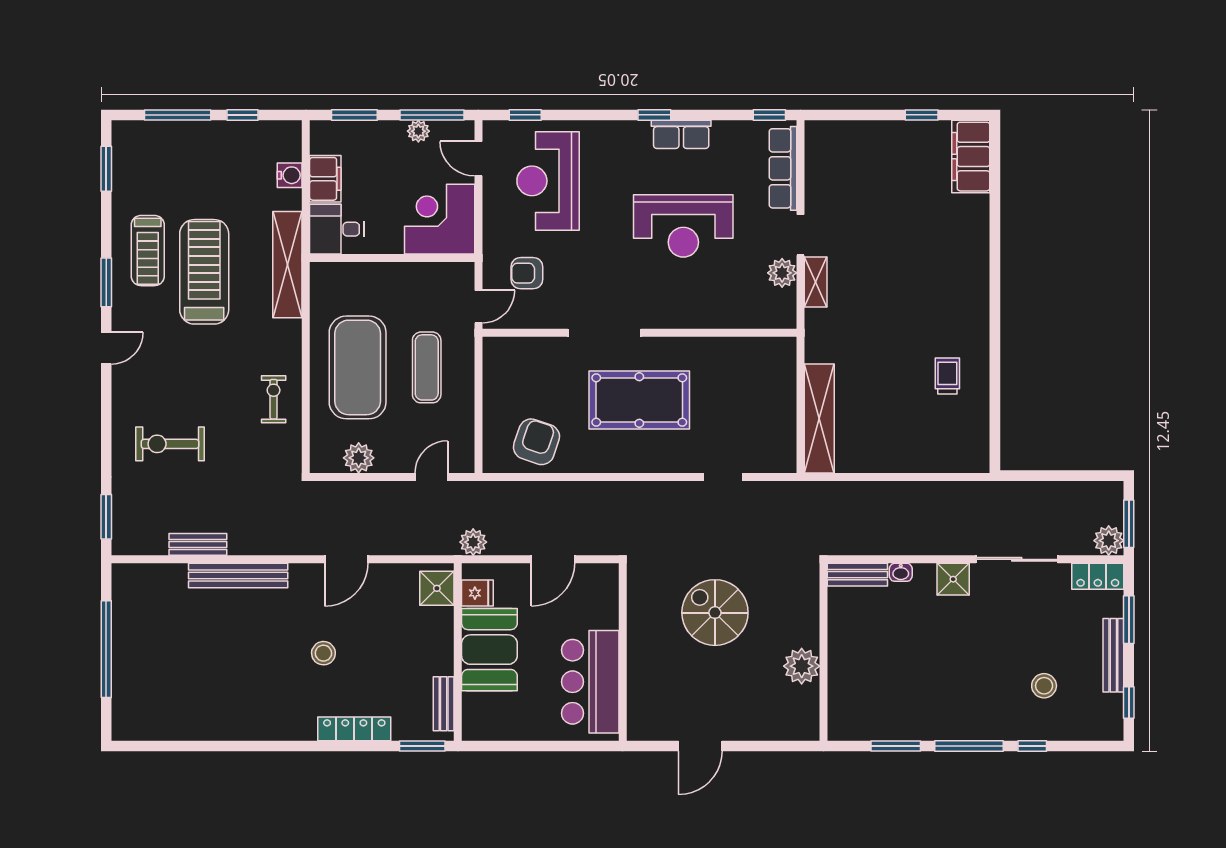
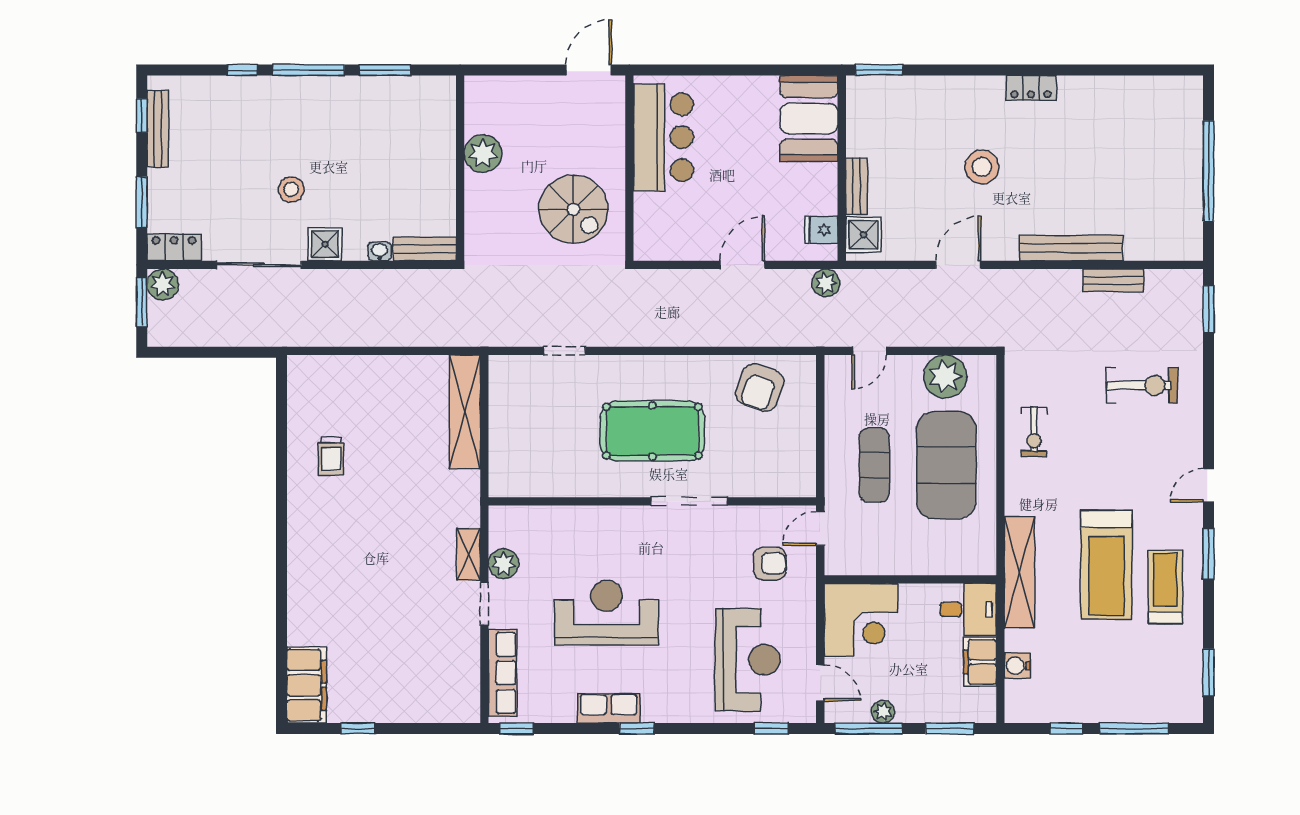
plant: (359, 458) -> (945, 376), width x1.36, depth x1.36
booth: (489, 650) -> (809, 119), moved
wall: (623, 652) -> (629, 168), moved
stool: (323, 653) -> (982, 167), width x1.38, depth x1.38
bench: (1113, 655) -> (158, 129), moved
bar counter: (590, 682) -> (663, 137), moved
stool: (1044, 686) -> (291, 189), moved
bench: (444, 704) -> (857, 186), moved
locker: (354, 729) -> (1031, 88), moved, width x0.66

